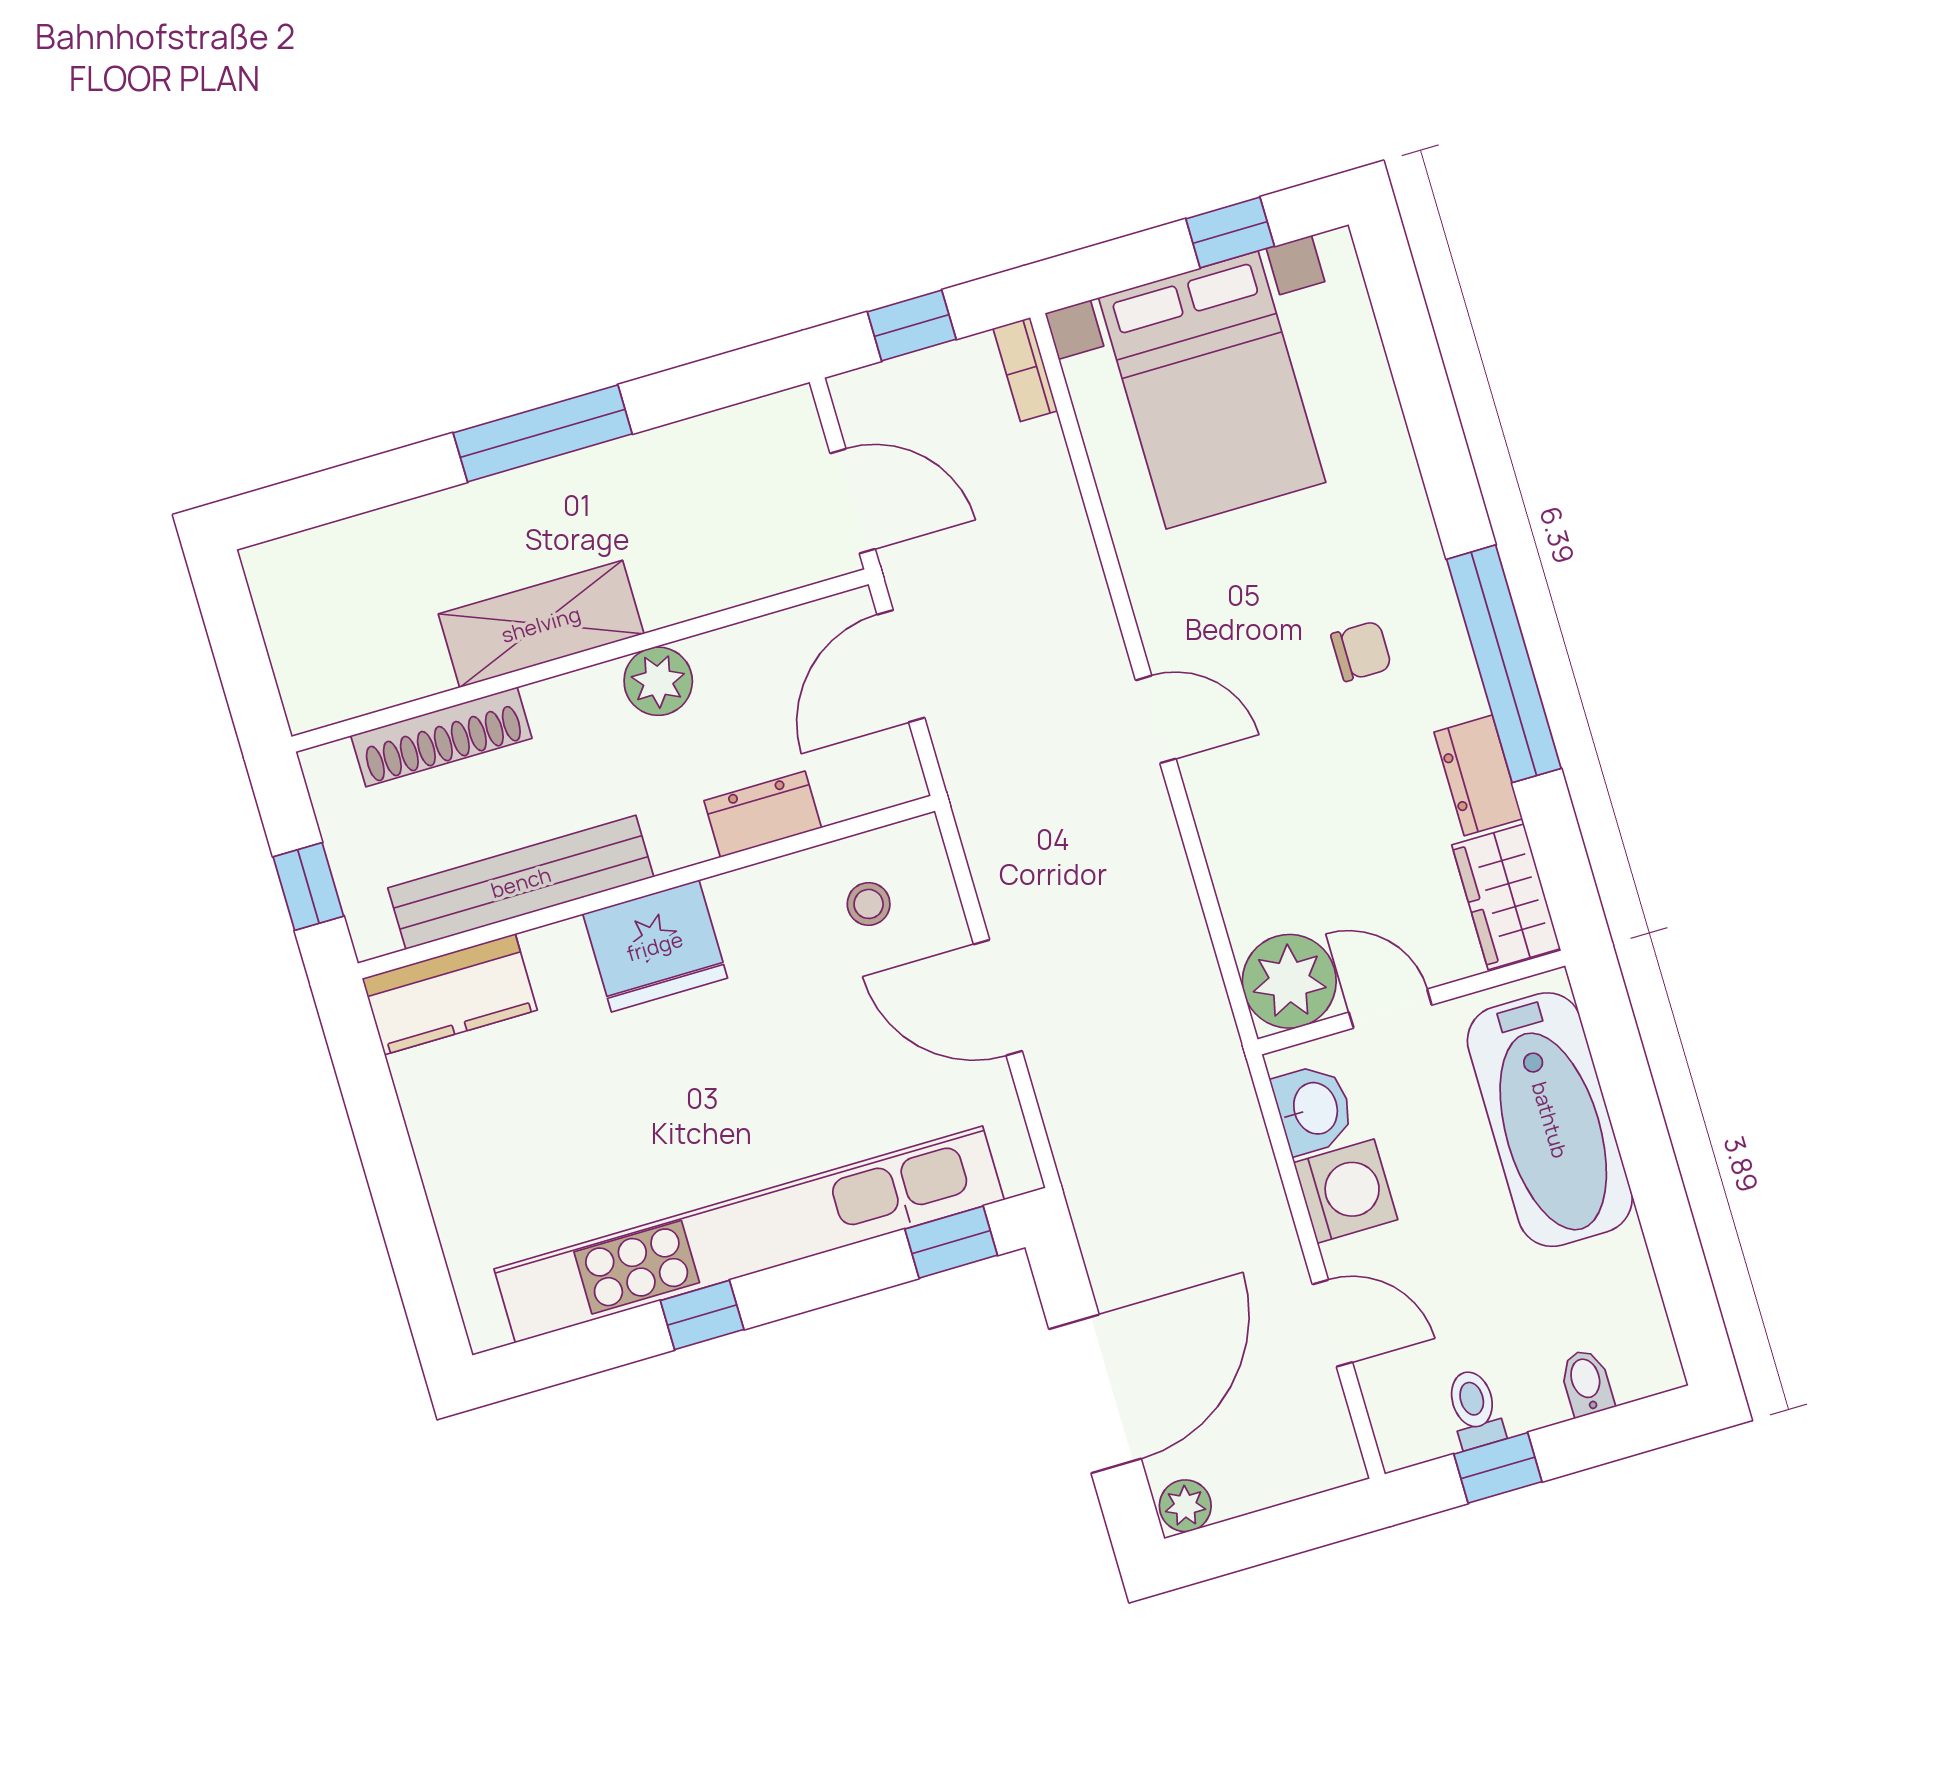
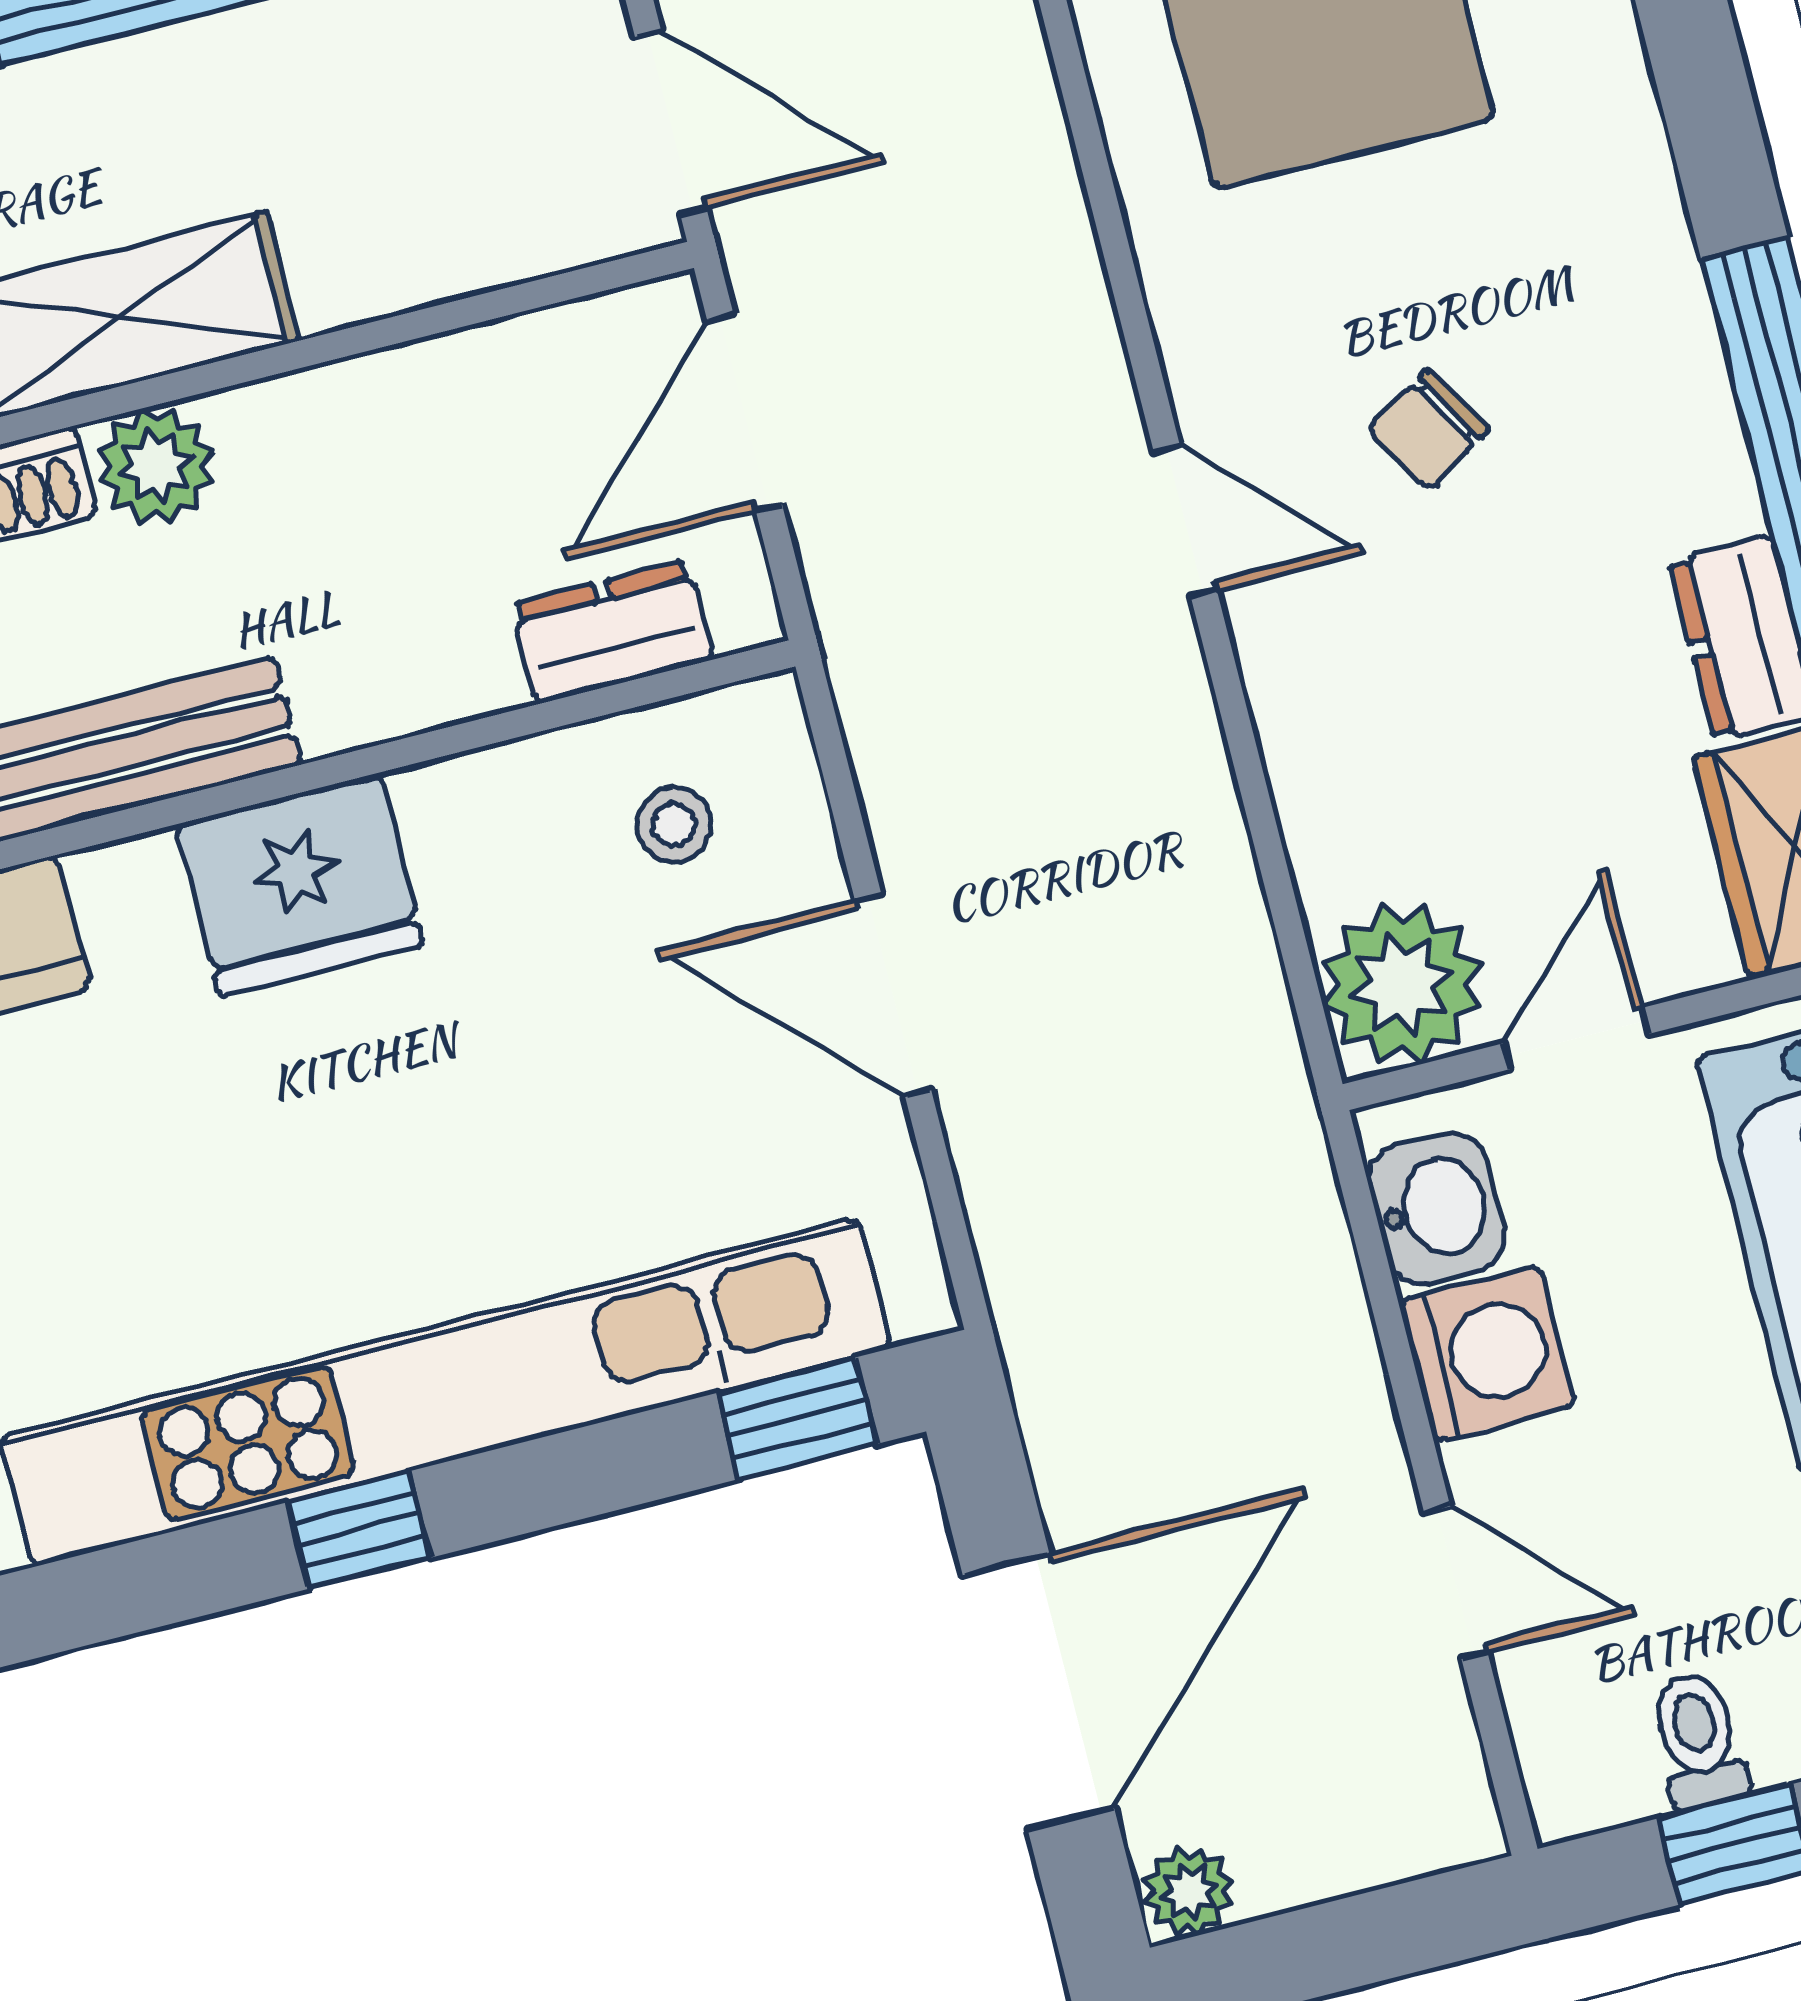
chair: (1361, 651) -> (1428, 430), moved, turned 149
plant: (658, 681) -> (156, 466), moved
dresser: (763, 814) -> (612, 632), moved
door: (1390, 1009) -> (1576, 1039), hinge flipped

